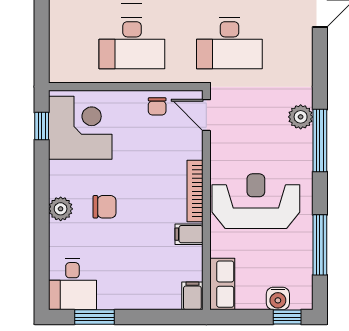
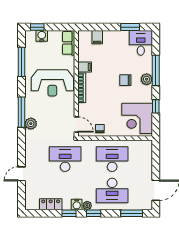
window: (42, 126) -> (156, 106), moved
window: (42, 227) -> (156, 70), added
filing cabinet: (192, 296) -> (97, 37), moved

